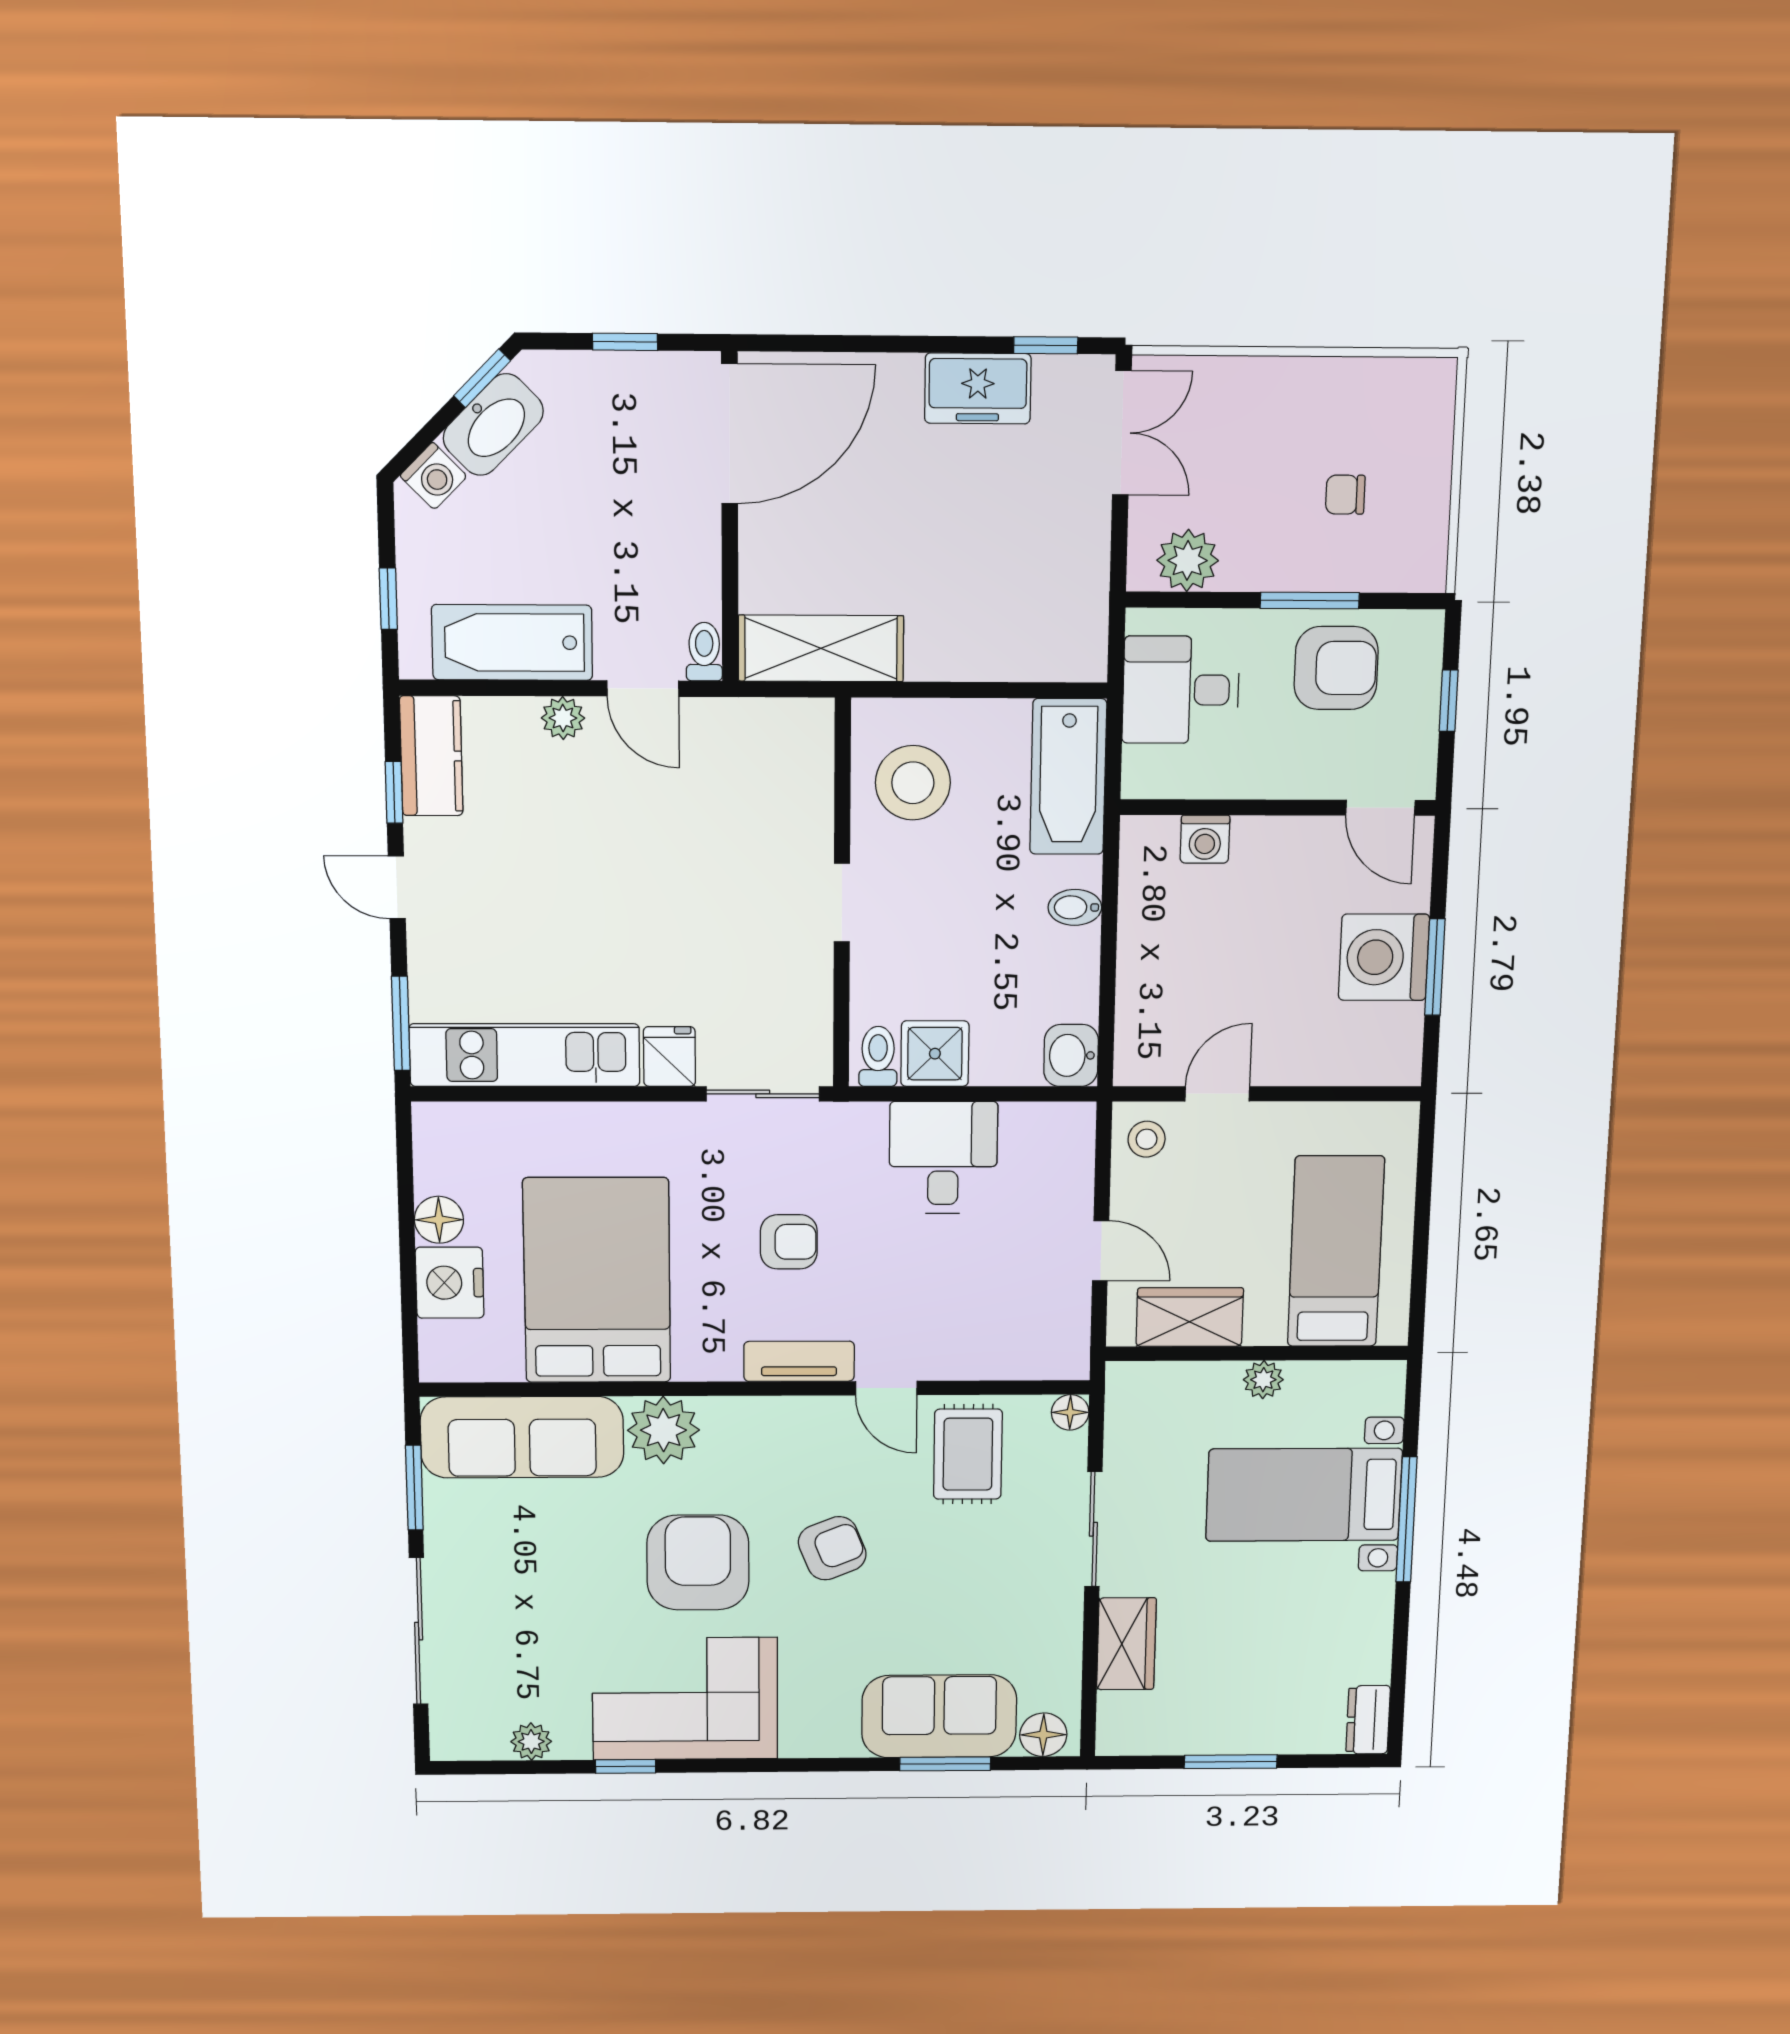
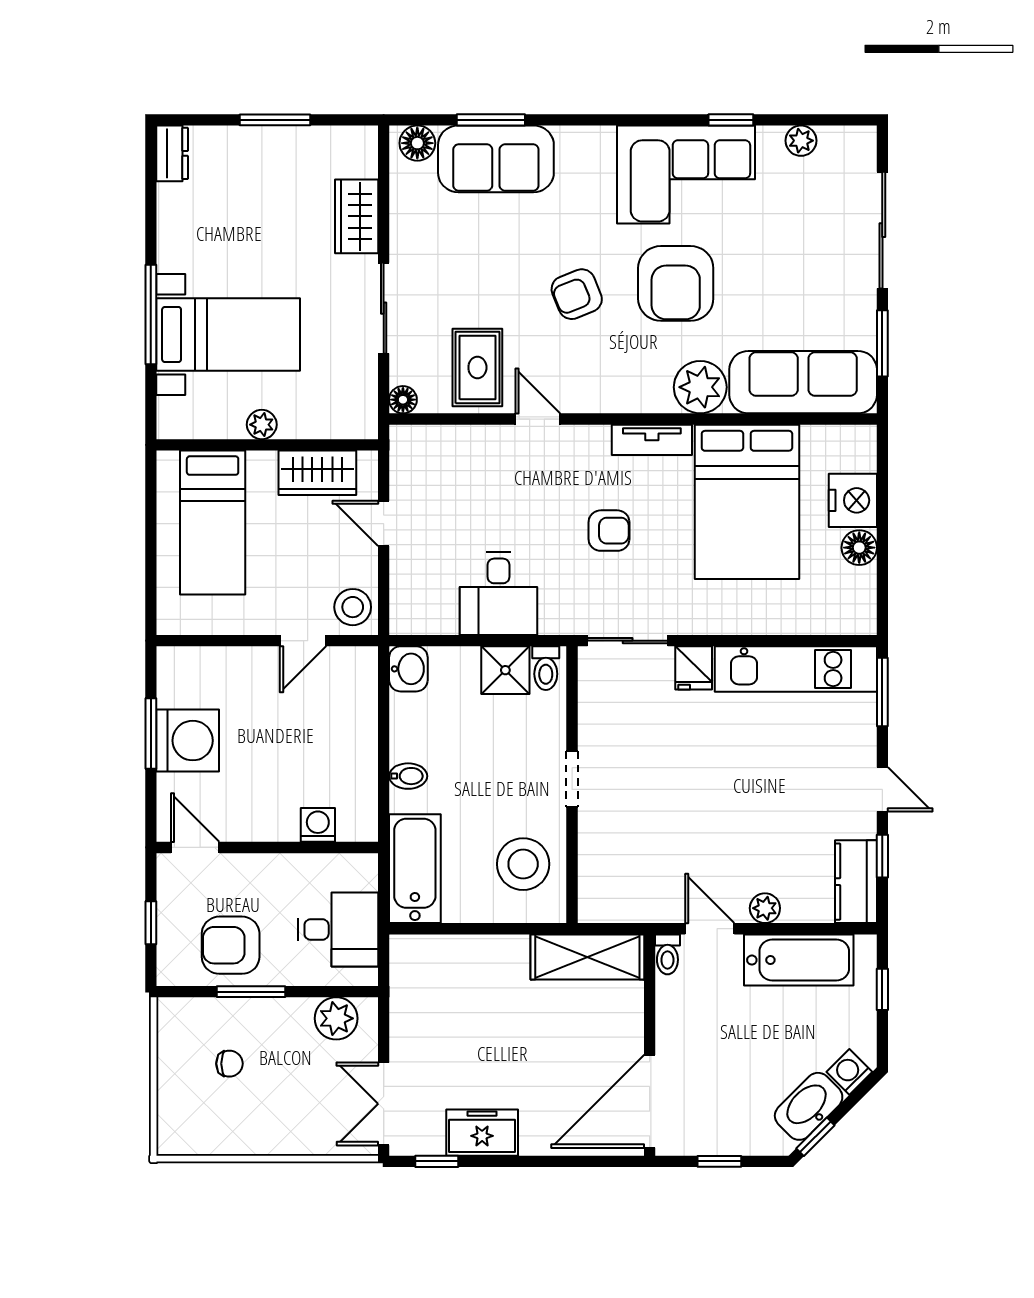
stool: (1147, 1139) -> (353, 607), width x1.37, depth x1.37
armchair: (789, 1242) -> (609, 531), turned 180
tv unit: (799, 1361) -> (652, 440), moved

